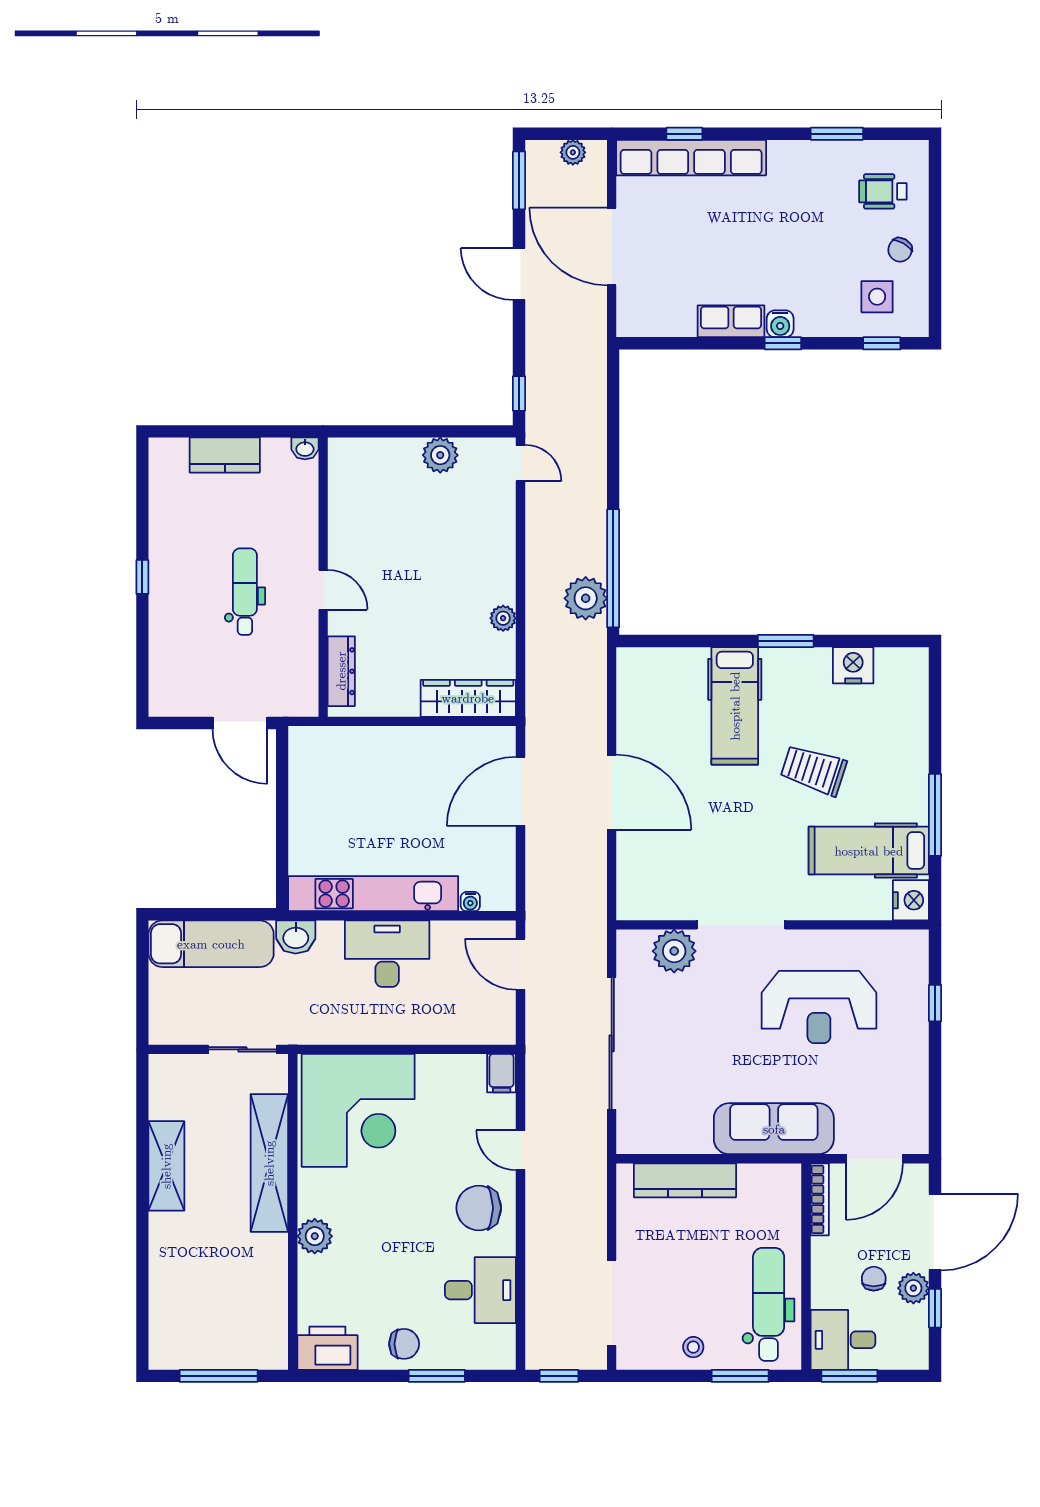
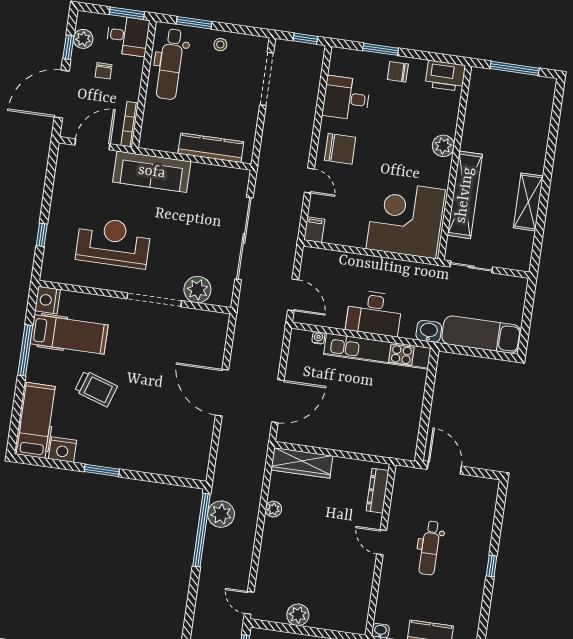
hospital bed: (735, 706) -> (36, 420), moved
plant: (913, 1288) -> (83, 39), moved

